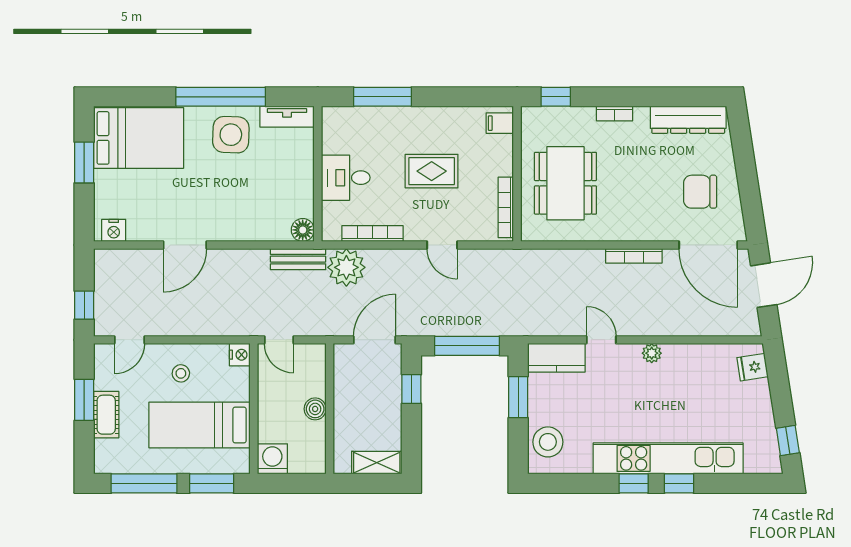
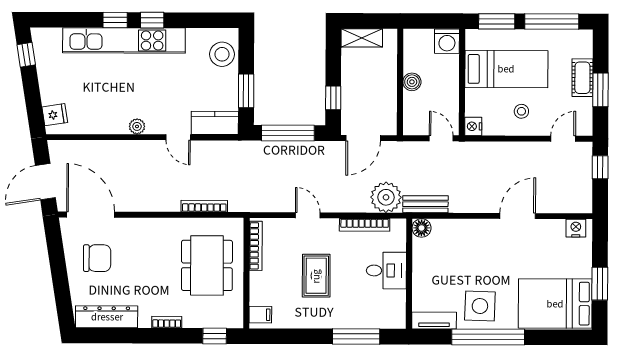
rug: (432, 171) -> (316, 276), turned 90
bookcase: (634, 256) -> (204, 206), moved

